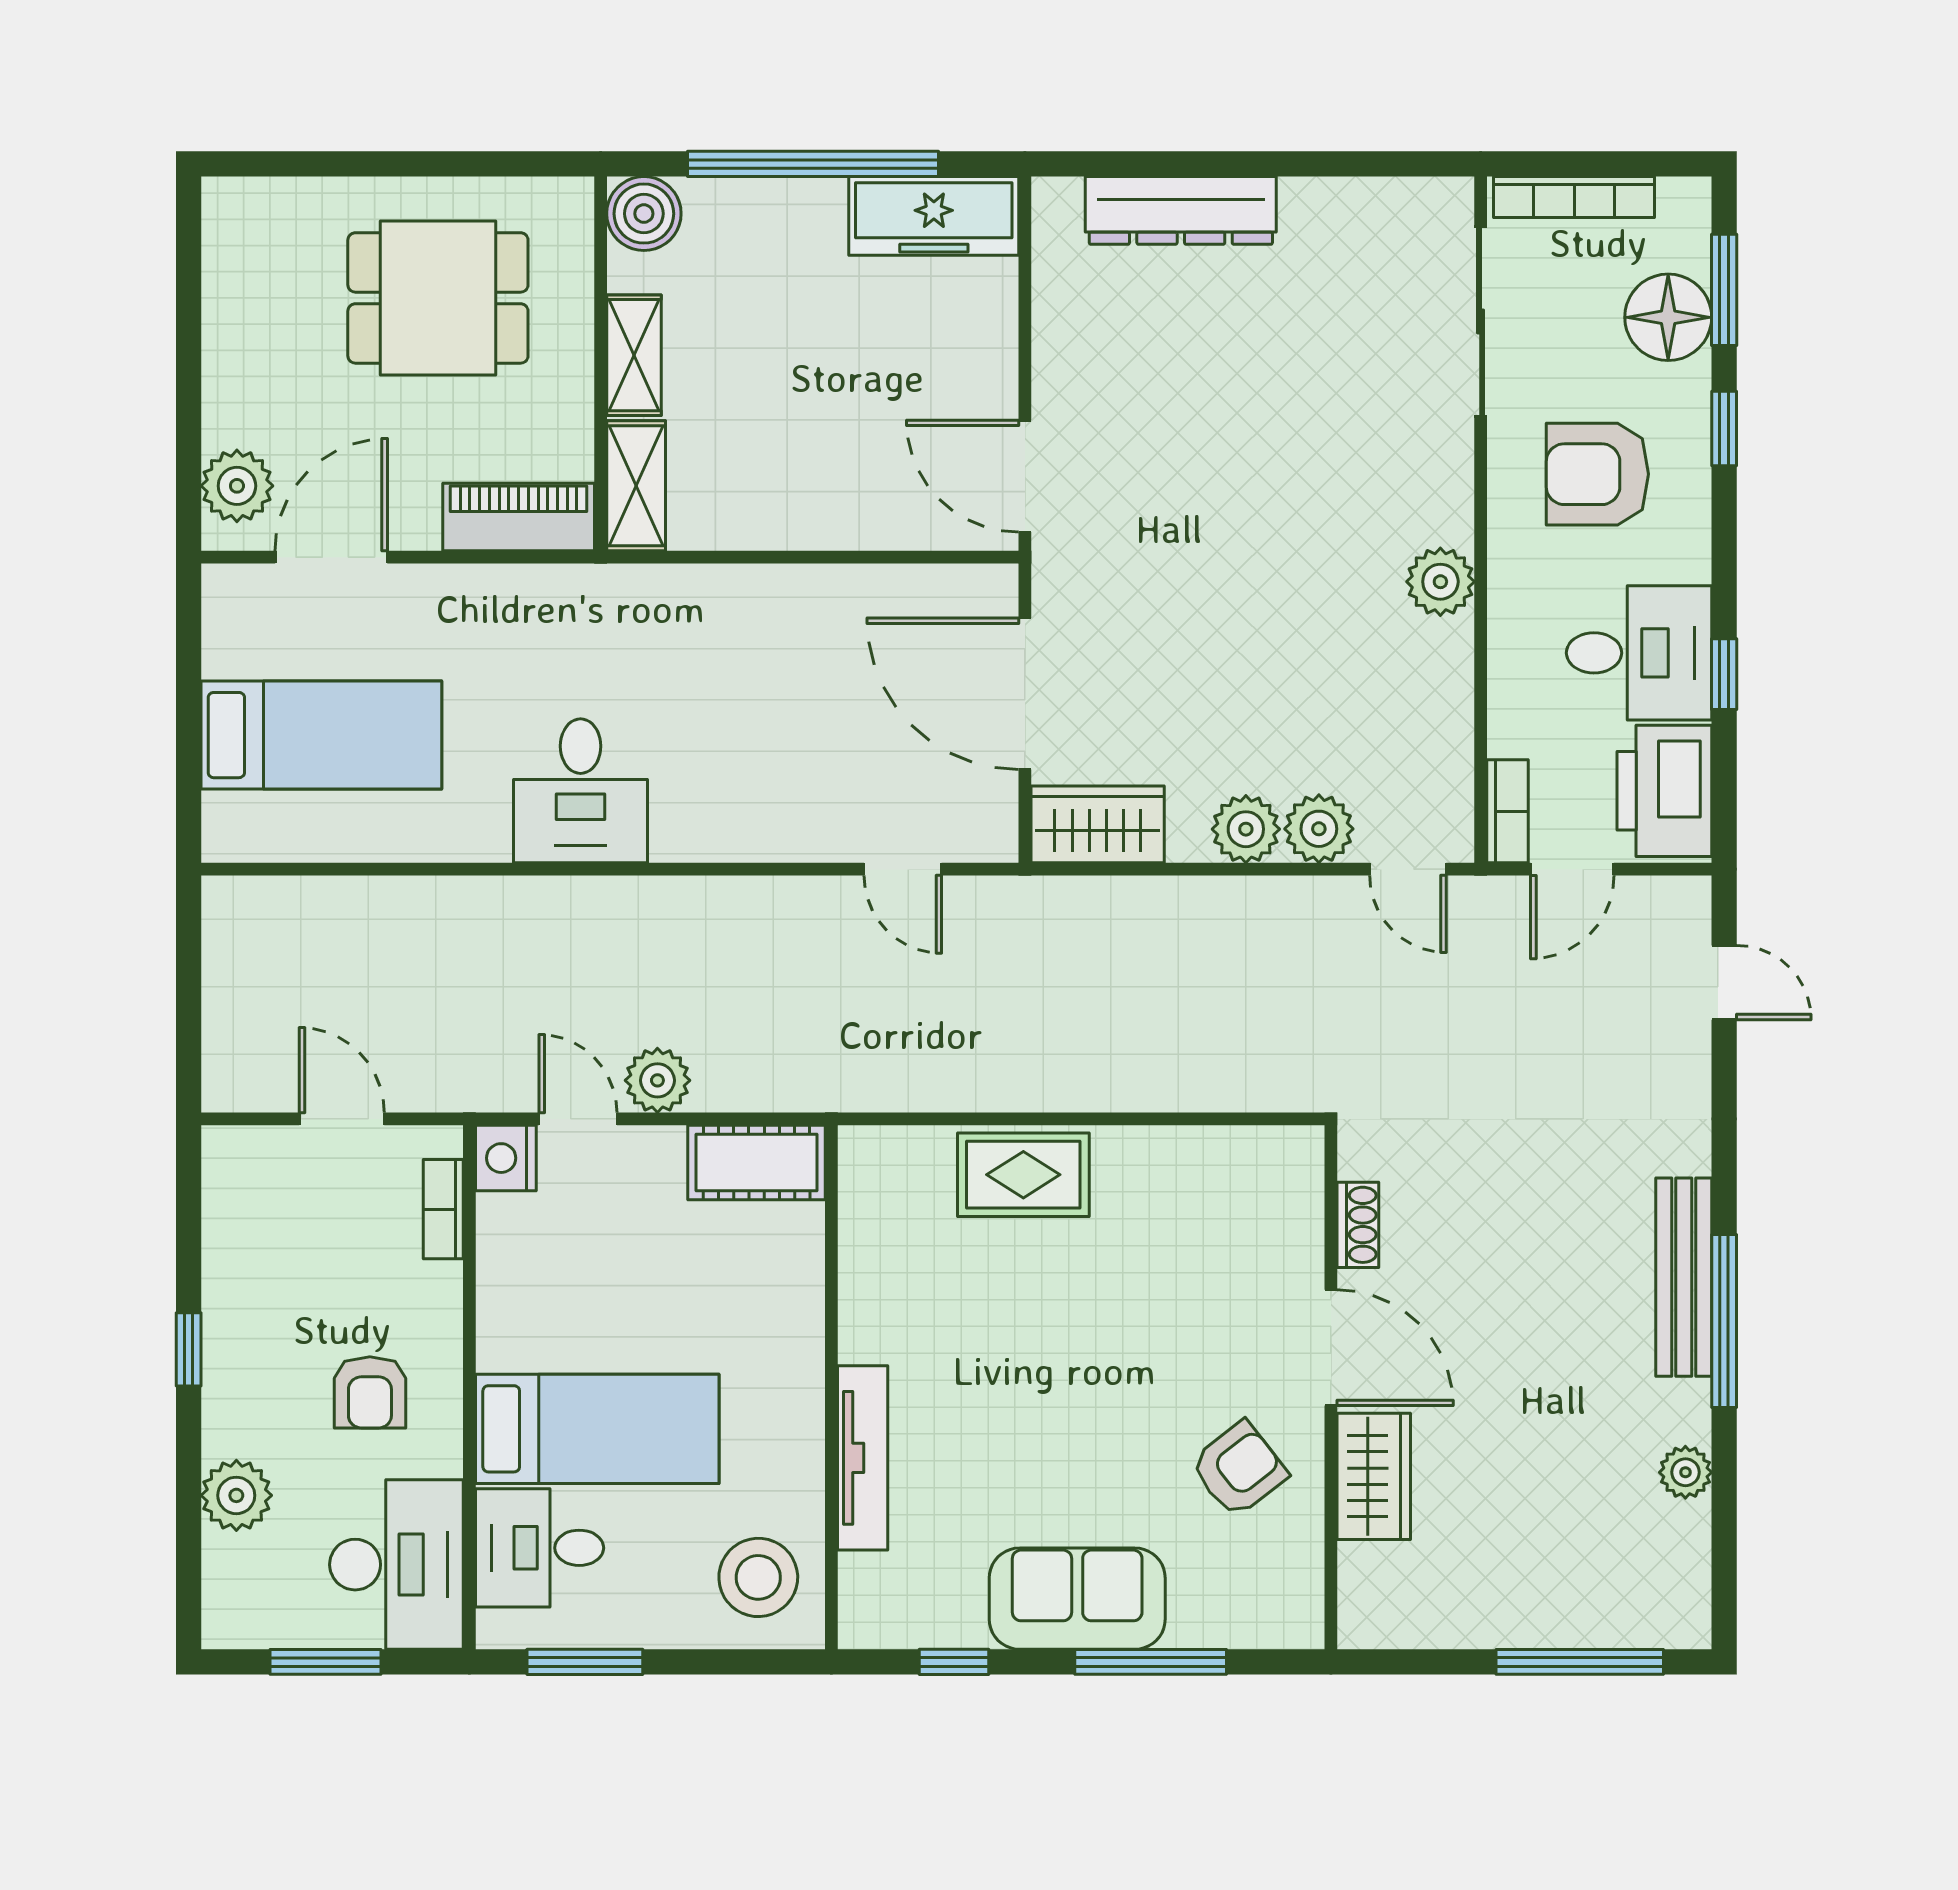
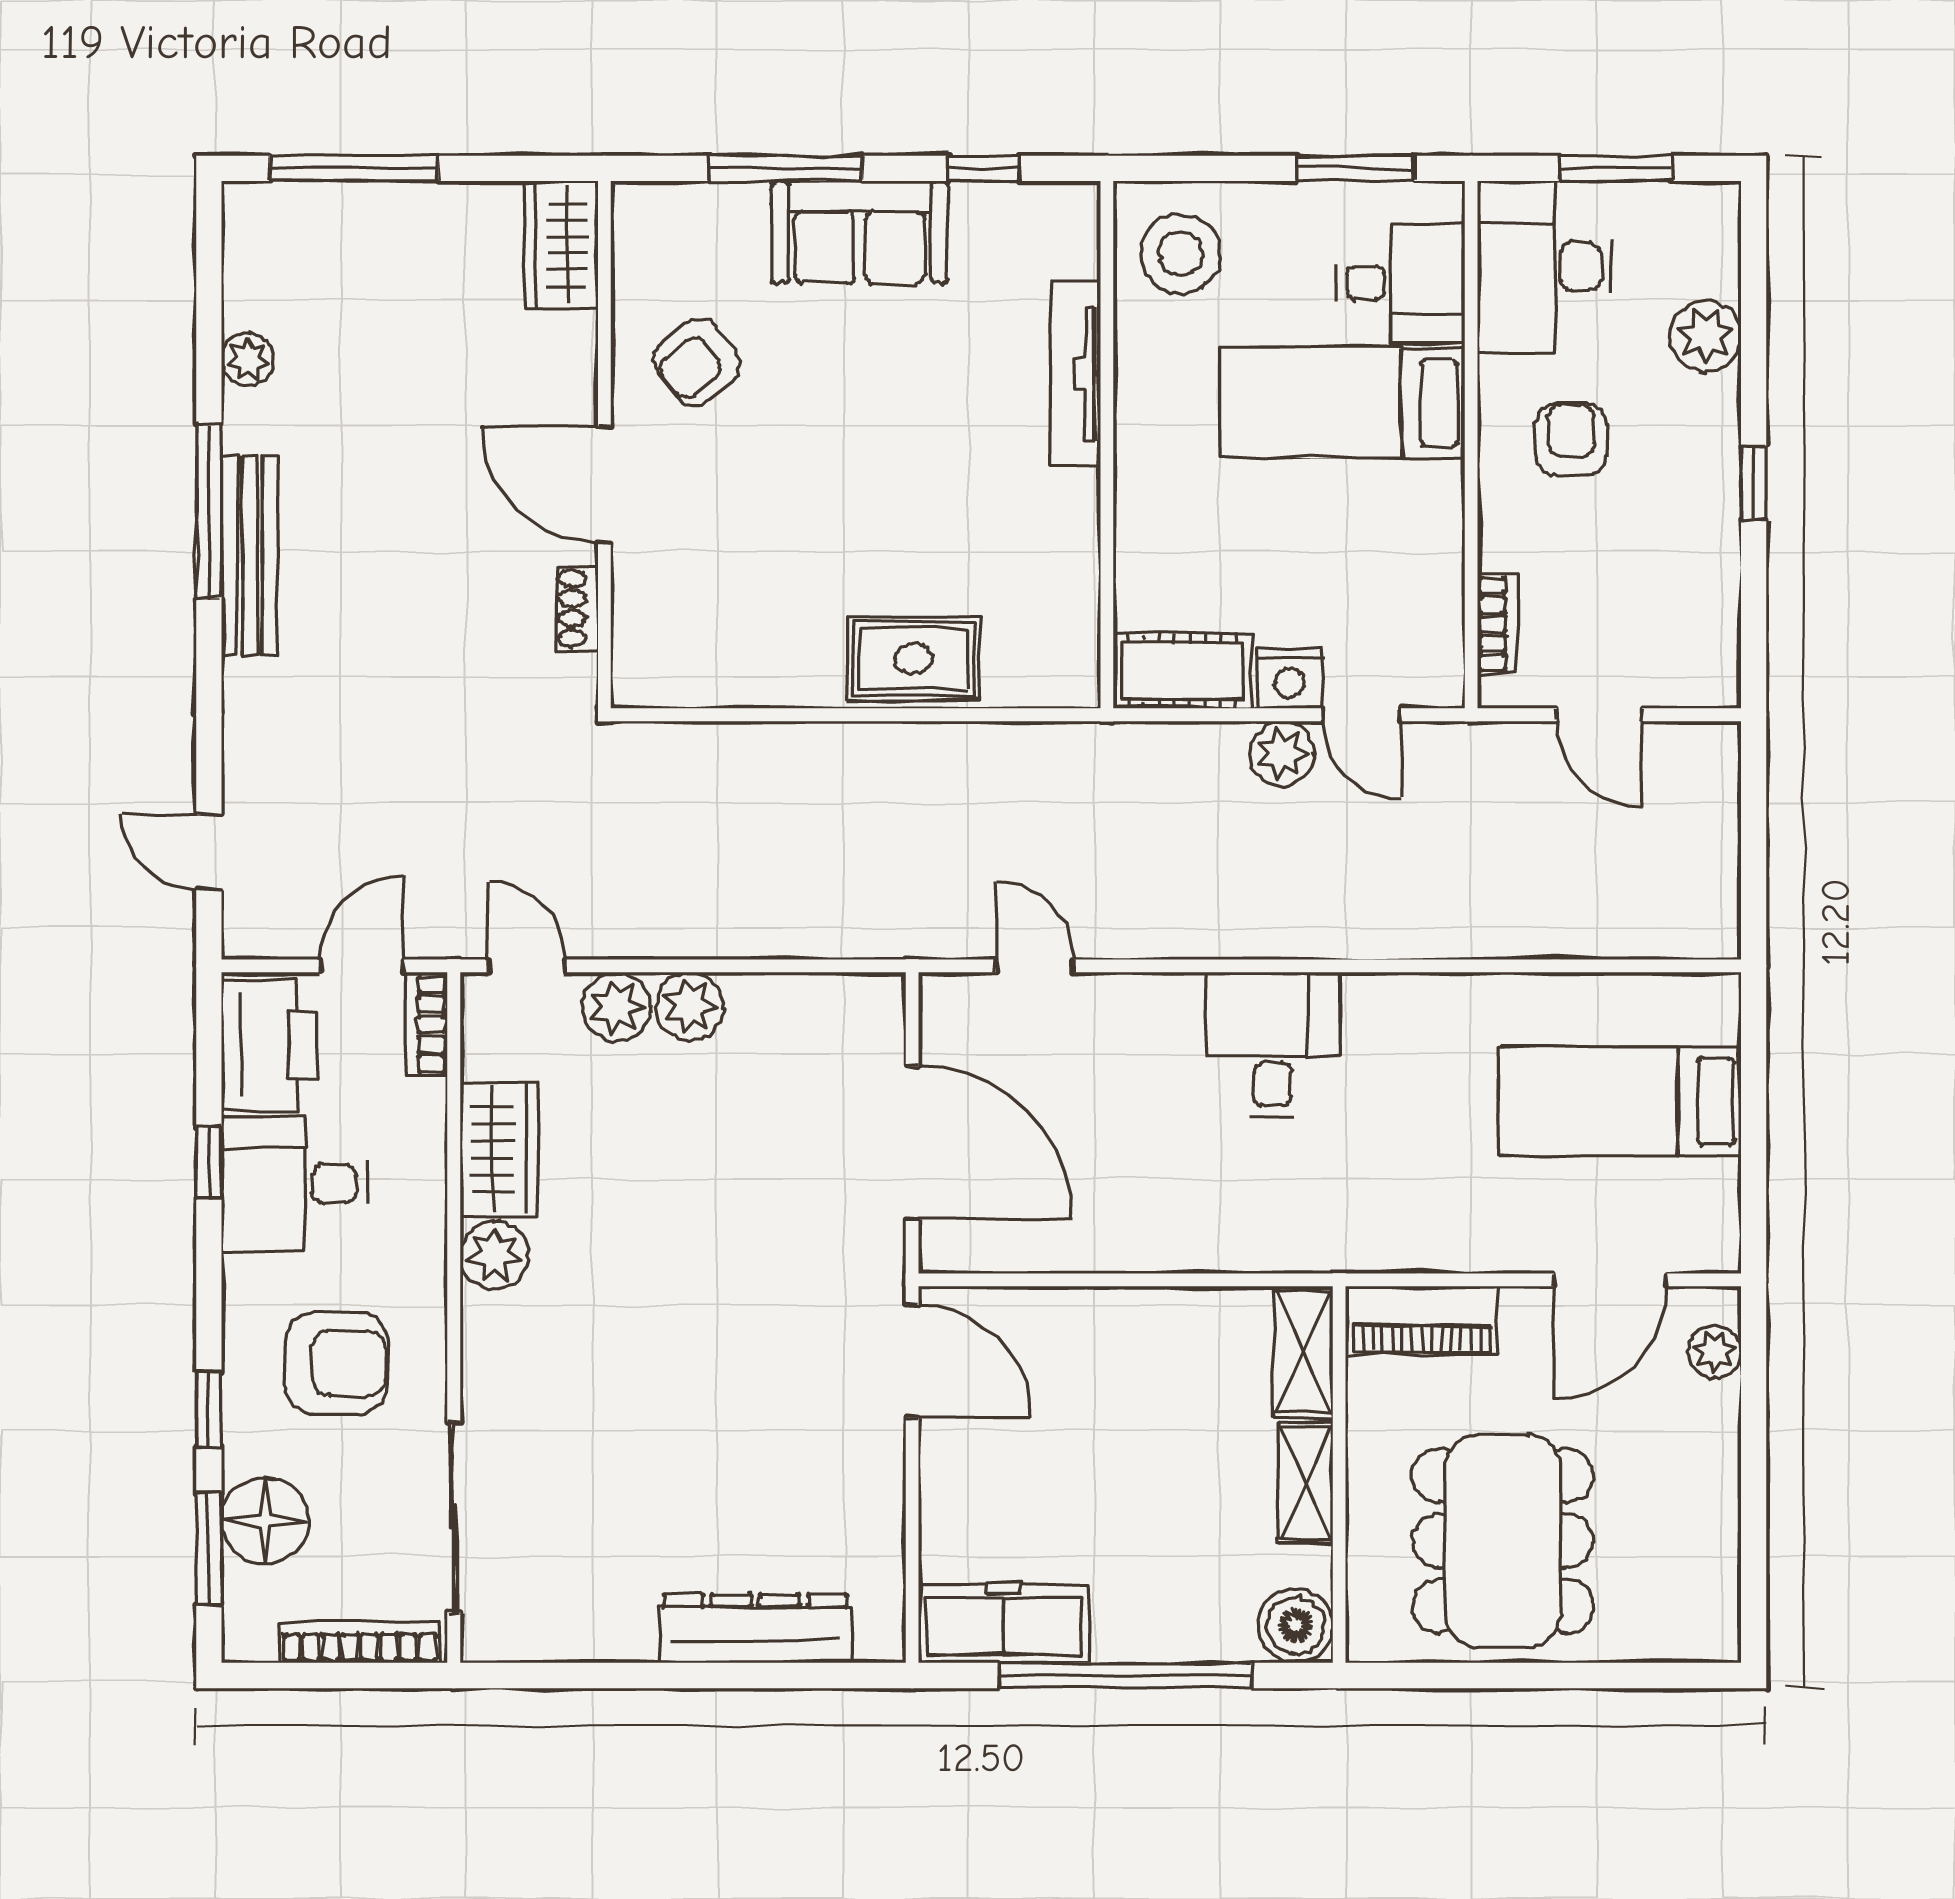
dining table: (438, 298) -> (1503, 1541), width x1.38
plant: (237, 486) -> (1715, 1352), width x0.73, depth x0.73
desk: (581, 791) -> (1272, 1045), moved
wardrobe: (1098, 824) -> (499, 1149), moved, turned -90
nightstand: (506, 1158) -> (1289, 678), moved, turned 90
wardrobe: (1374, 1476) -> (561, 245), moved

